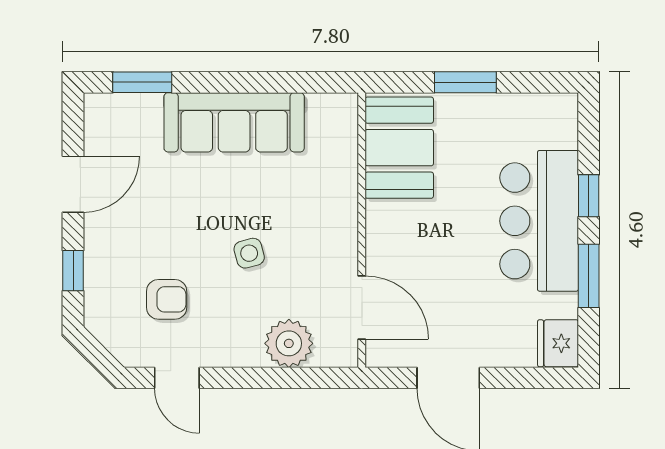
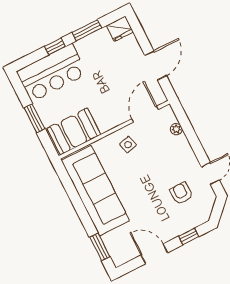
sofa: (234, 122) -> (95, 191), width x1.36, depth x1.27
bar counter: (539, 221) -> (52, 73), moved
side table: (249, 253) -> (128, 145), moved
plant: (289, 343) -> (176, 129), width x0.53, depth x0.53

